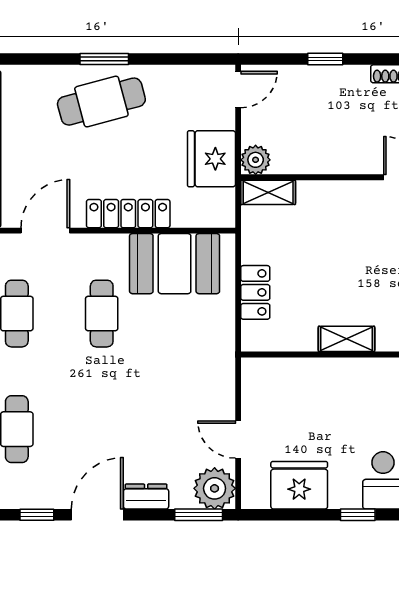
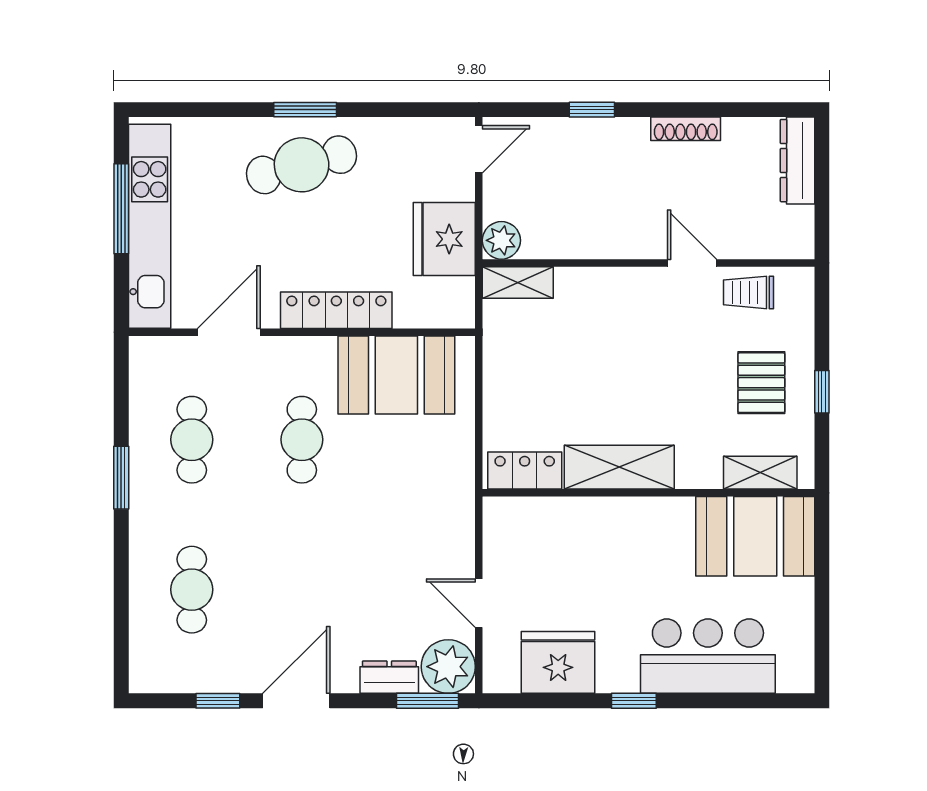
locker: (255, 292) -> (525, 471), moved, turned -90
shelving: (346, 339) -> (619, 467), width x1.50, depth x1.33
dresser: (146, 497) -> (389, 677), moved

